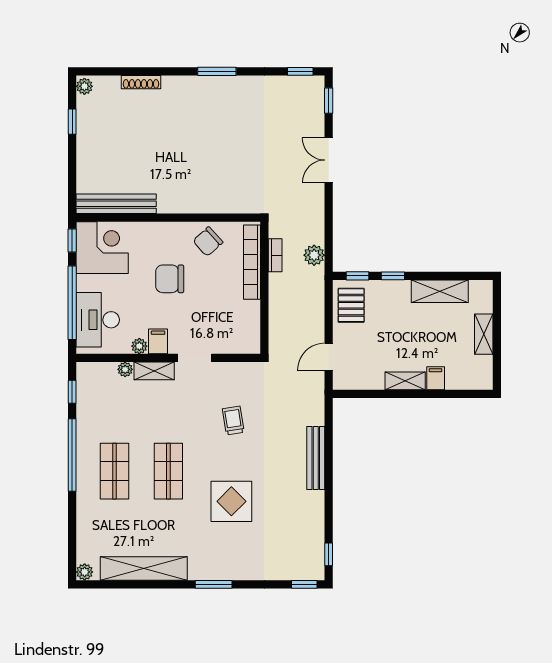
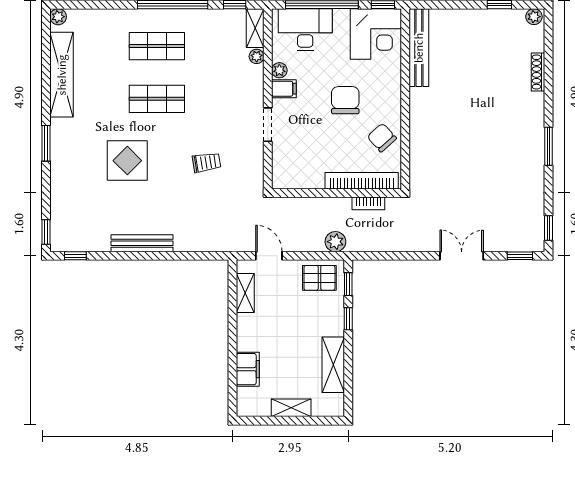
plant: (314, 255) -> (335, 242), moved
shelving: (154, 371) -> (255, 28), moved
filing cabinet: (436, 378) -> (248, 369), width x2.00
shelving: (405, 381) -> (245, 293), moved
bench: (316, 458) -> (142, 243), moved

